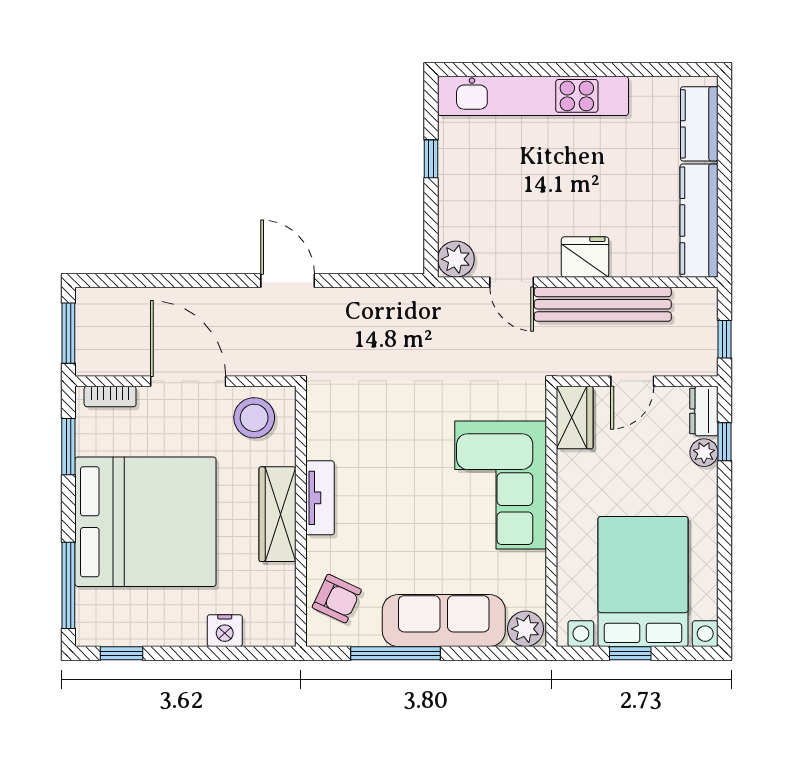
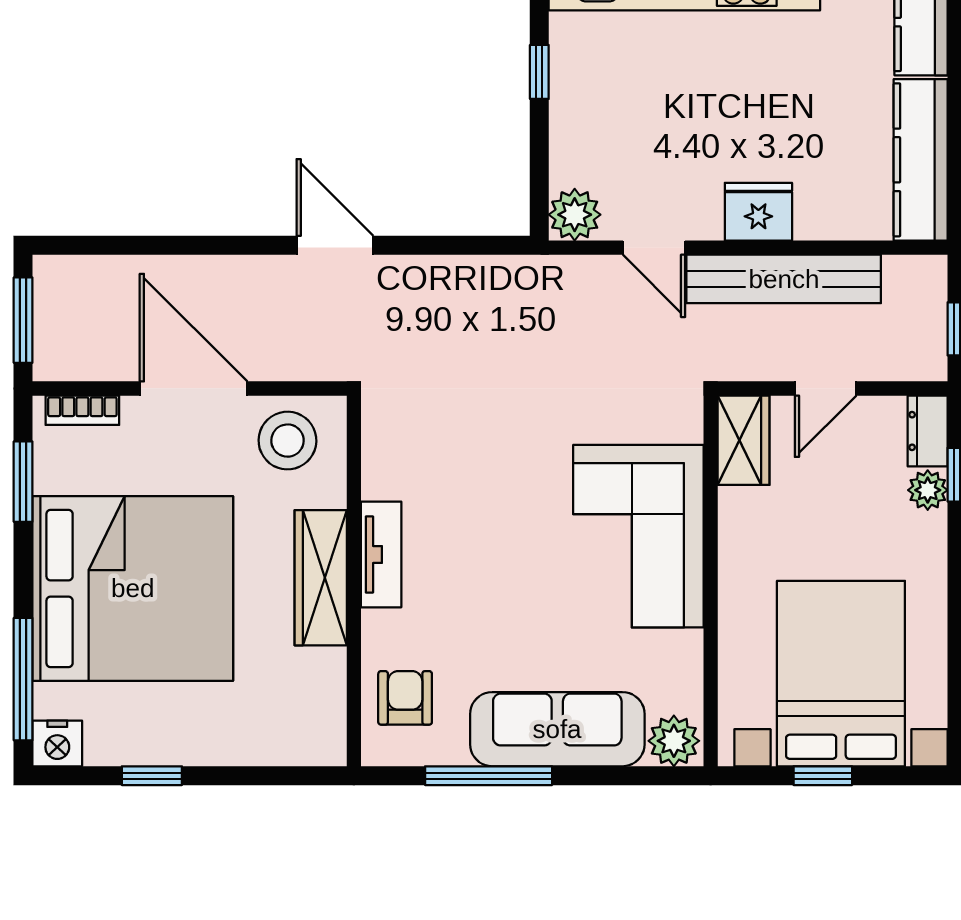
armchair: (337, 599) -> (405, 698), turned -115
nightstand: (225, 631) -> (57, 743), moved
window: (122, 653) -> (152, 776), moved

